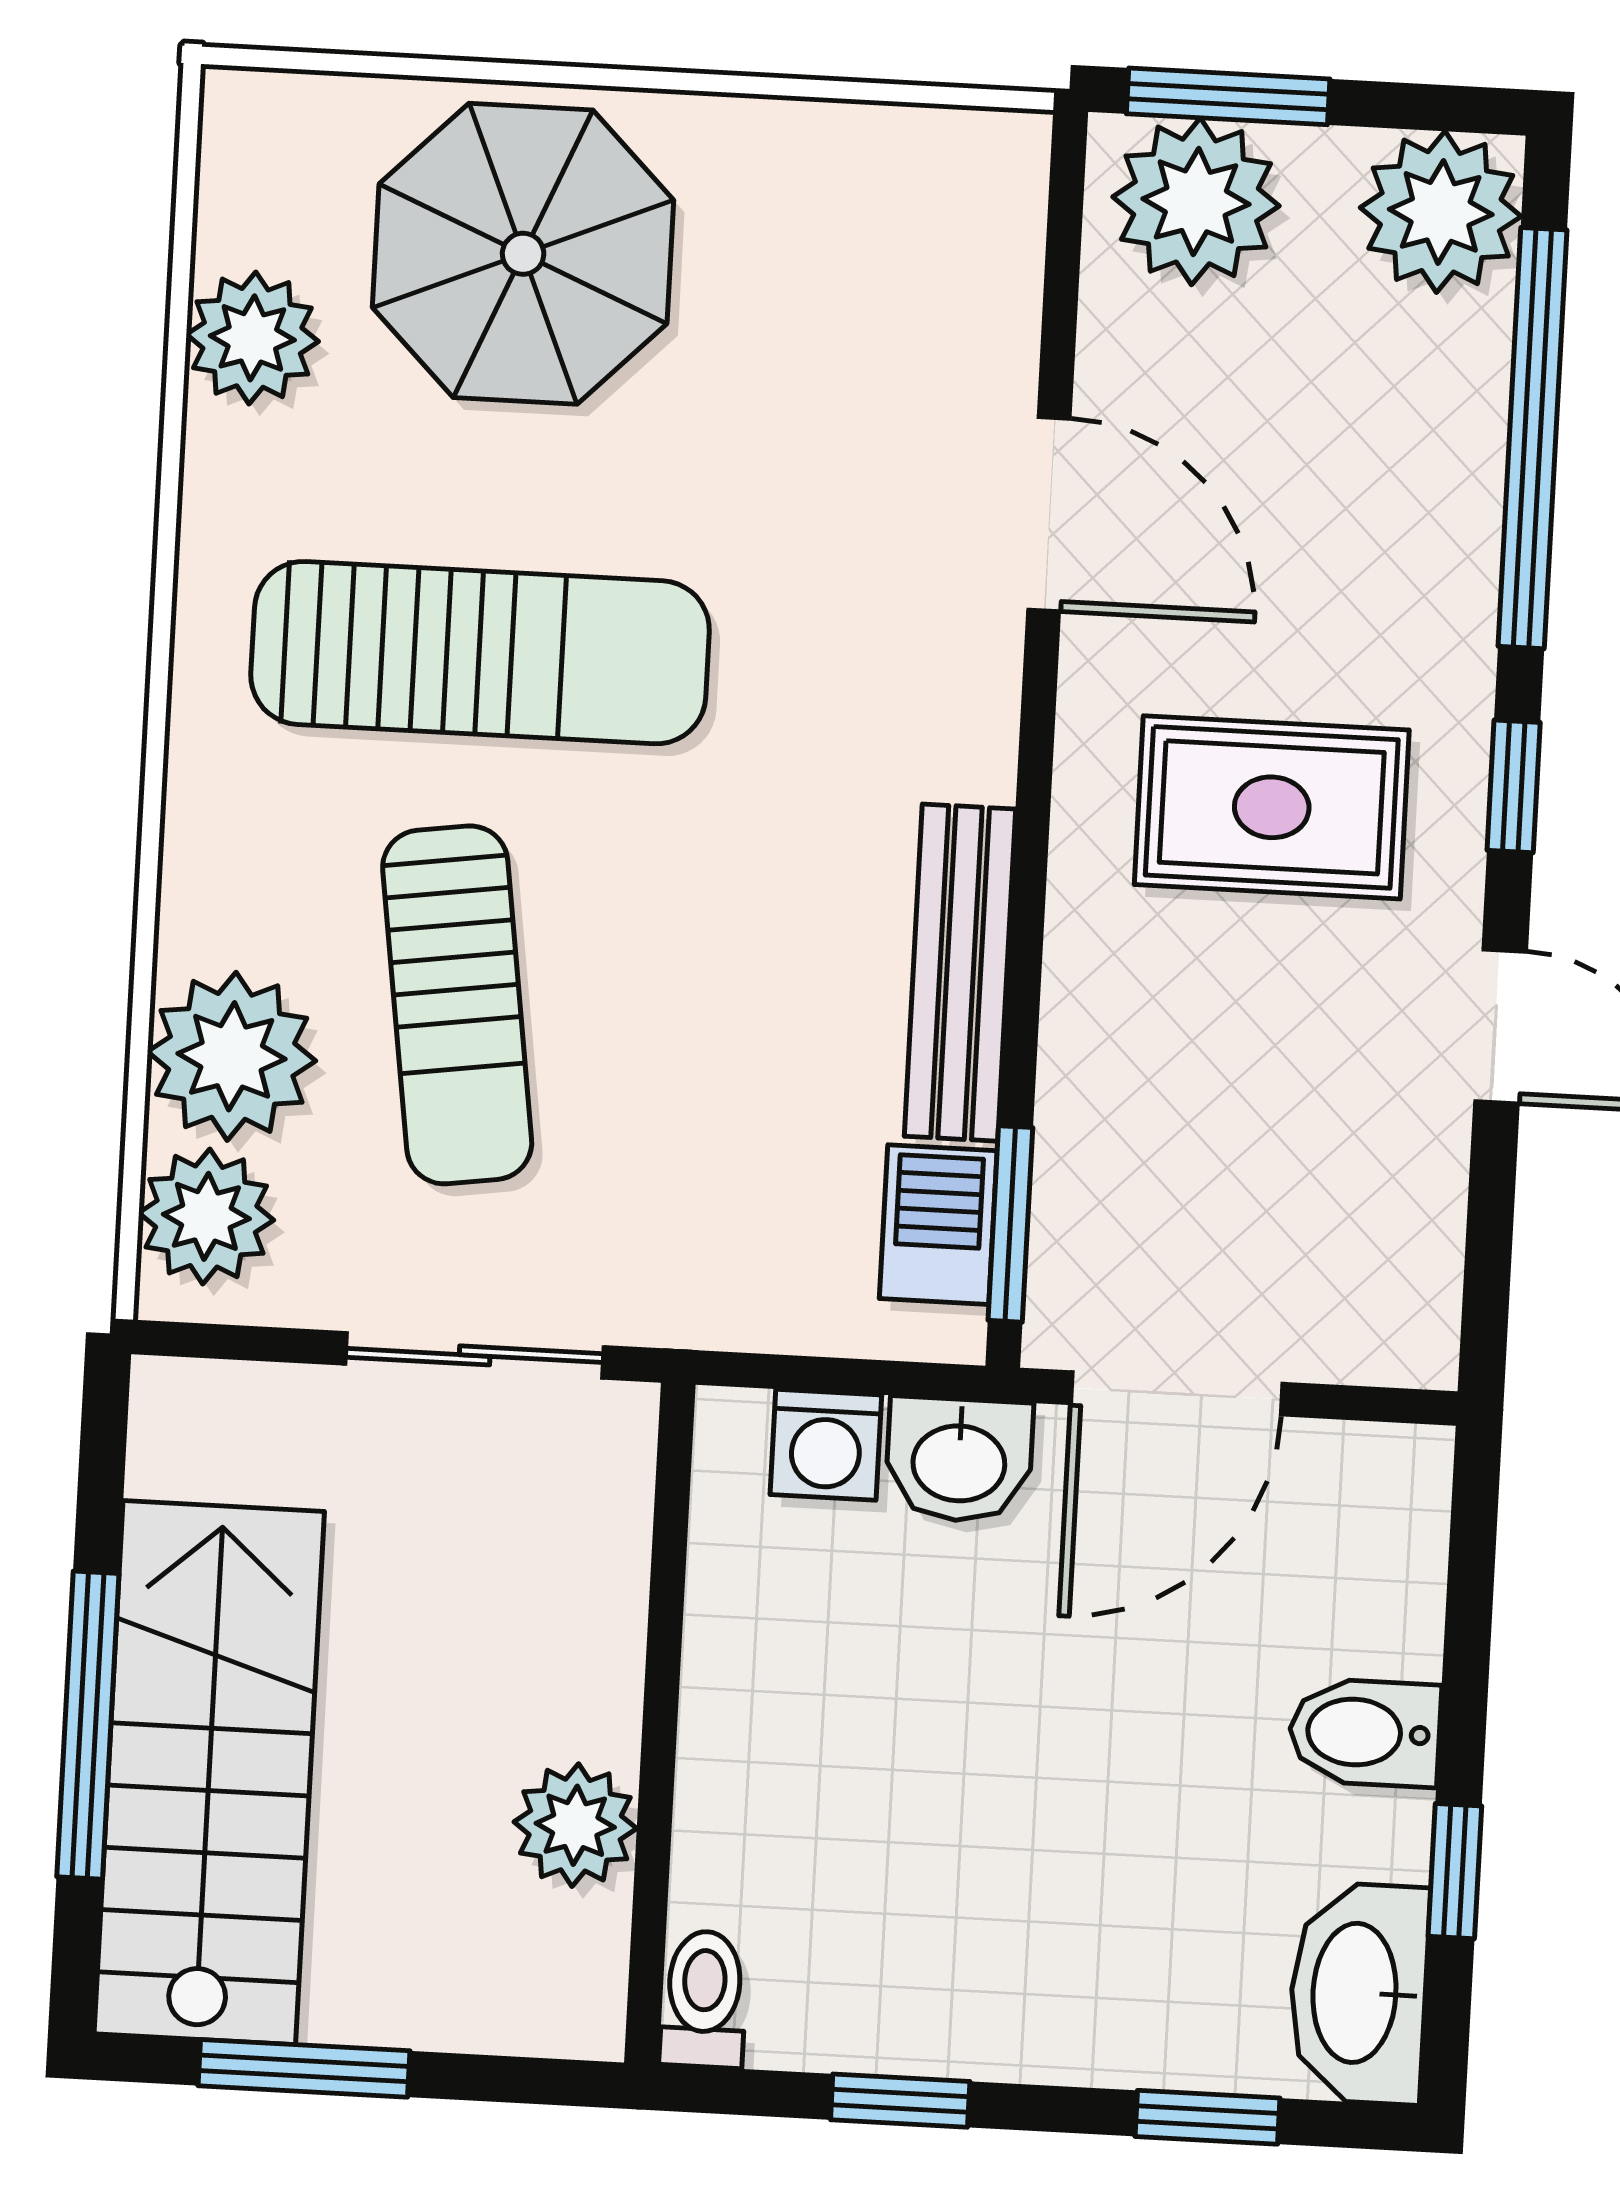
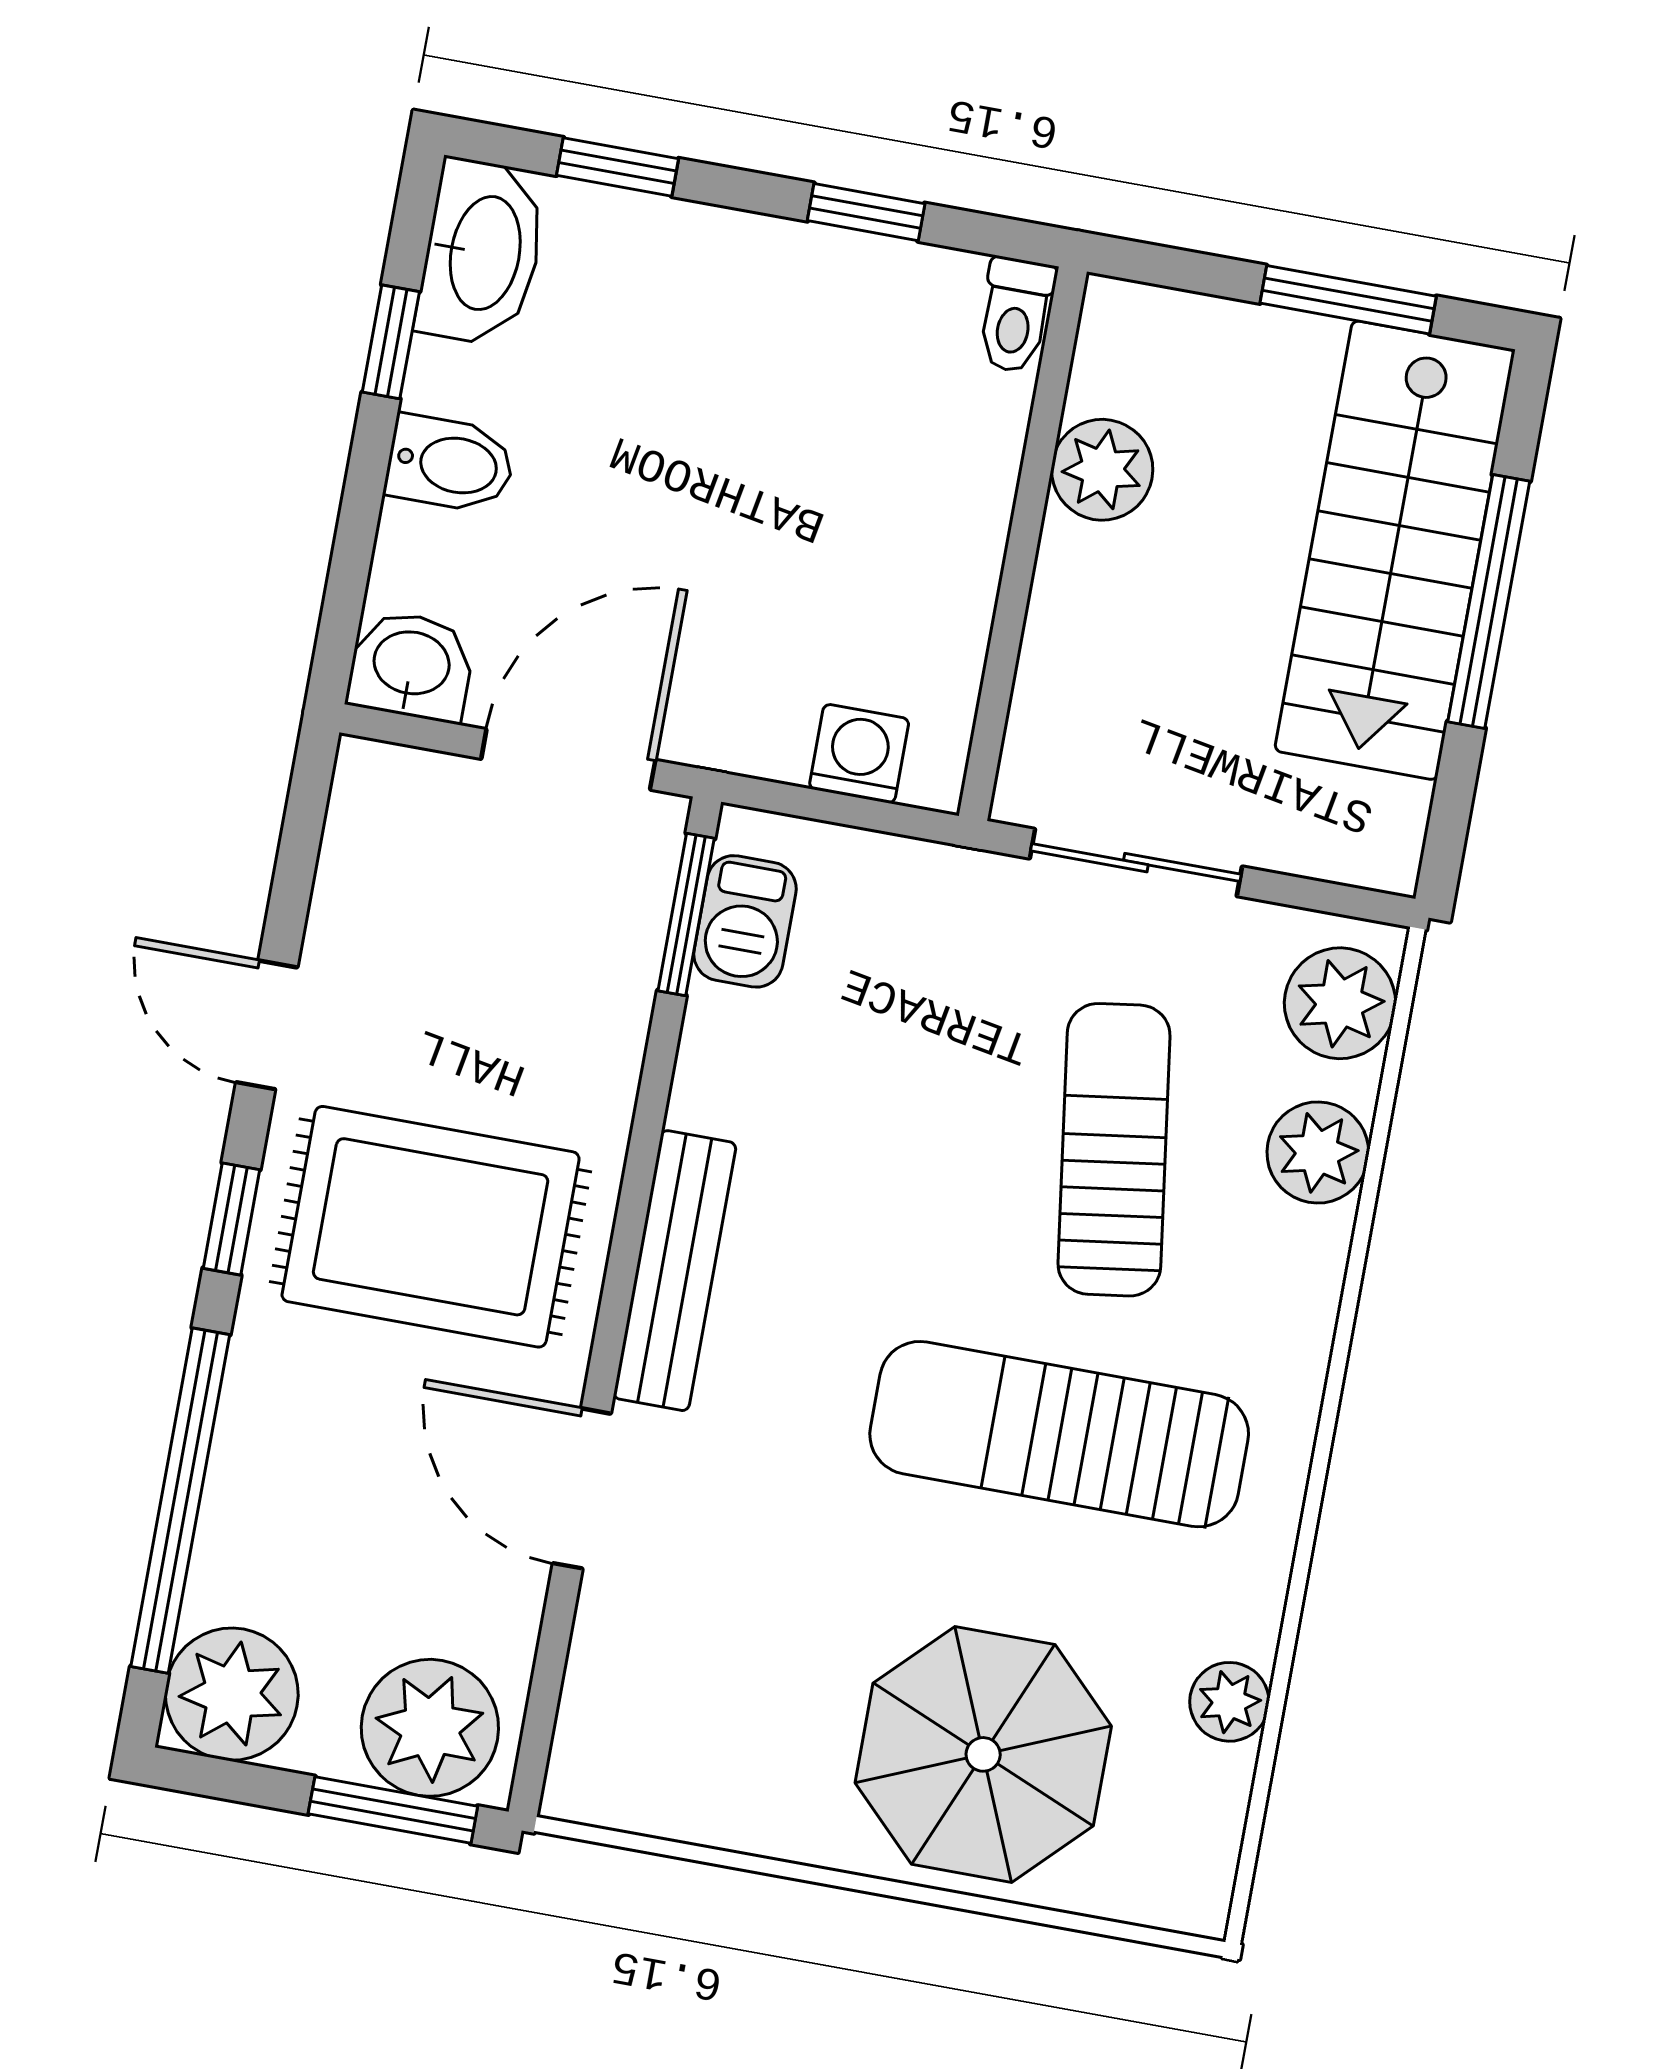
plant: (252, 338) -> (1229, 1702), width x0.73, depth x0.73
rug: (1272, 807) -> (431, 1227), width x1.36, depth x1.43
bench: (960, 973) -> (675, 1271), moved
plant: (232, 1056) -> (1318, 1152), width x0.73, depth x0.73
washbasin: (959, 1460) -> (411, 666), moved

